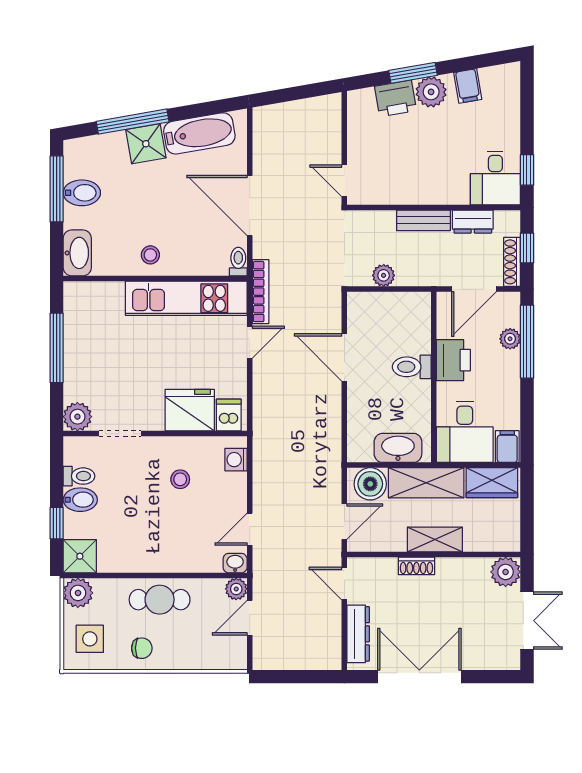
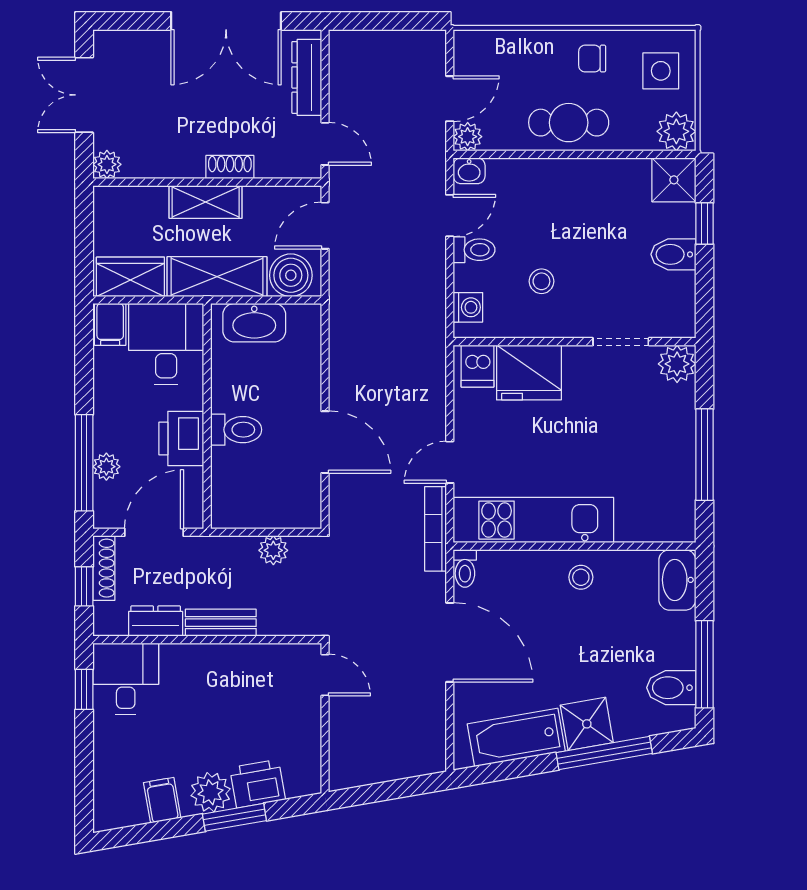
bidet: (82, 193) -> (671, 688), moved
toilet: (79, 476) -> (474, 250), moved, turned 180
plant: (506, 572) -> (107, 164), width x0.73, depth x0.73

